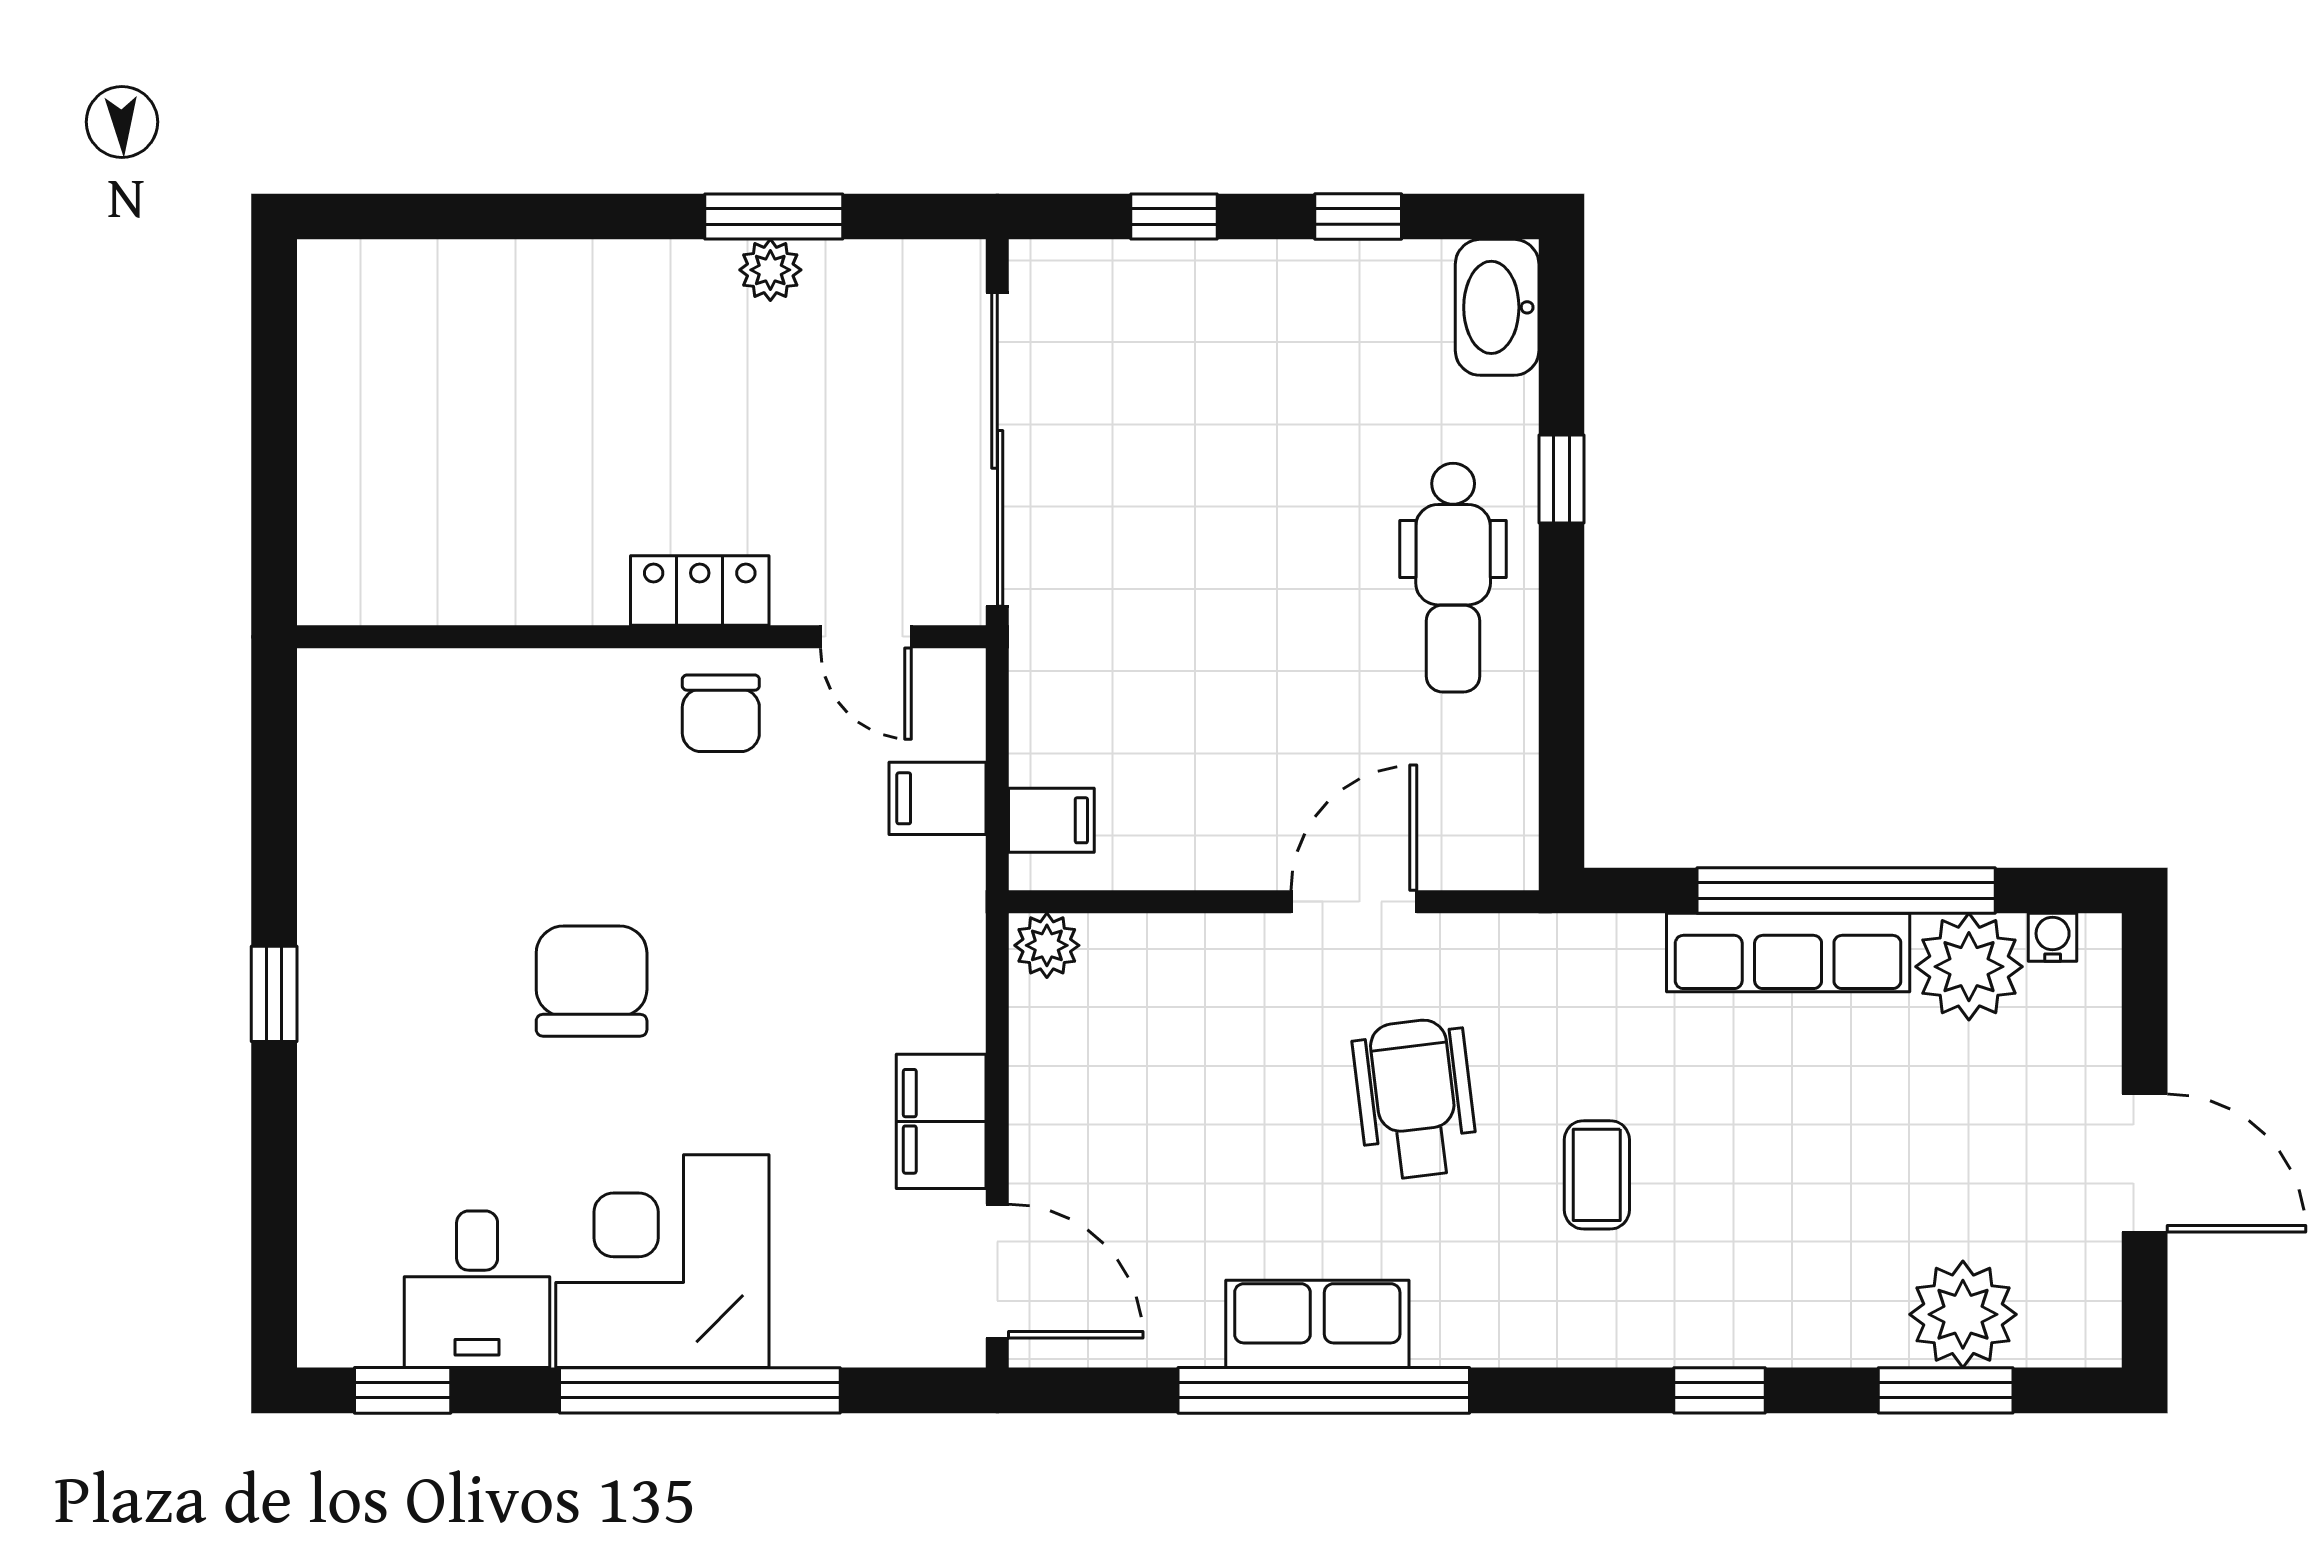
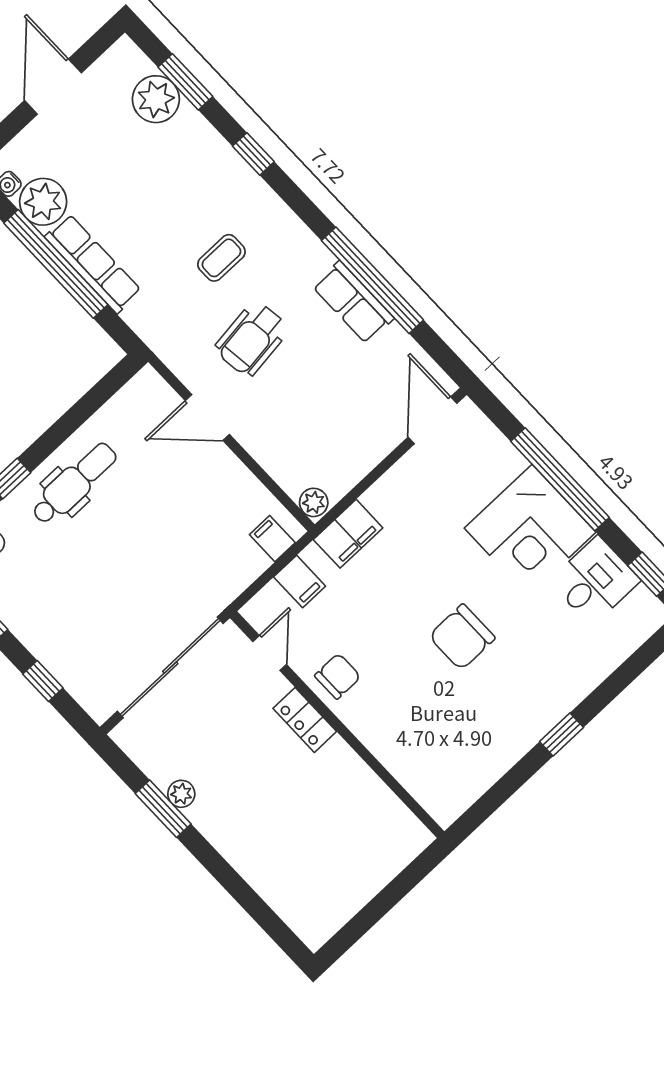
filing cabinet: (941, 1121) -> (348, 534), moved

